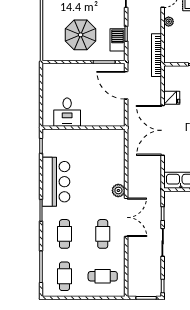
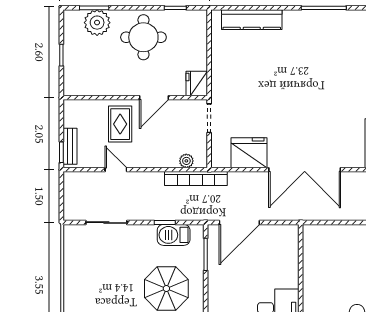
plant: (169, 22) -> (186, 161), moved
fridge: (172, 98) -> (249, 153), width x1.88, depth x1.34

